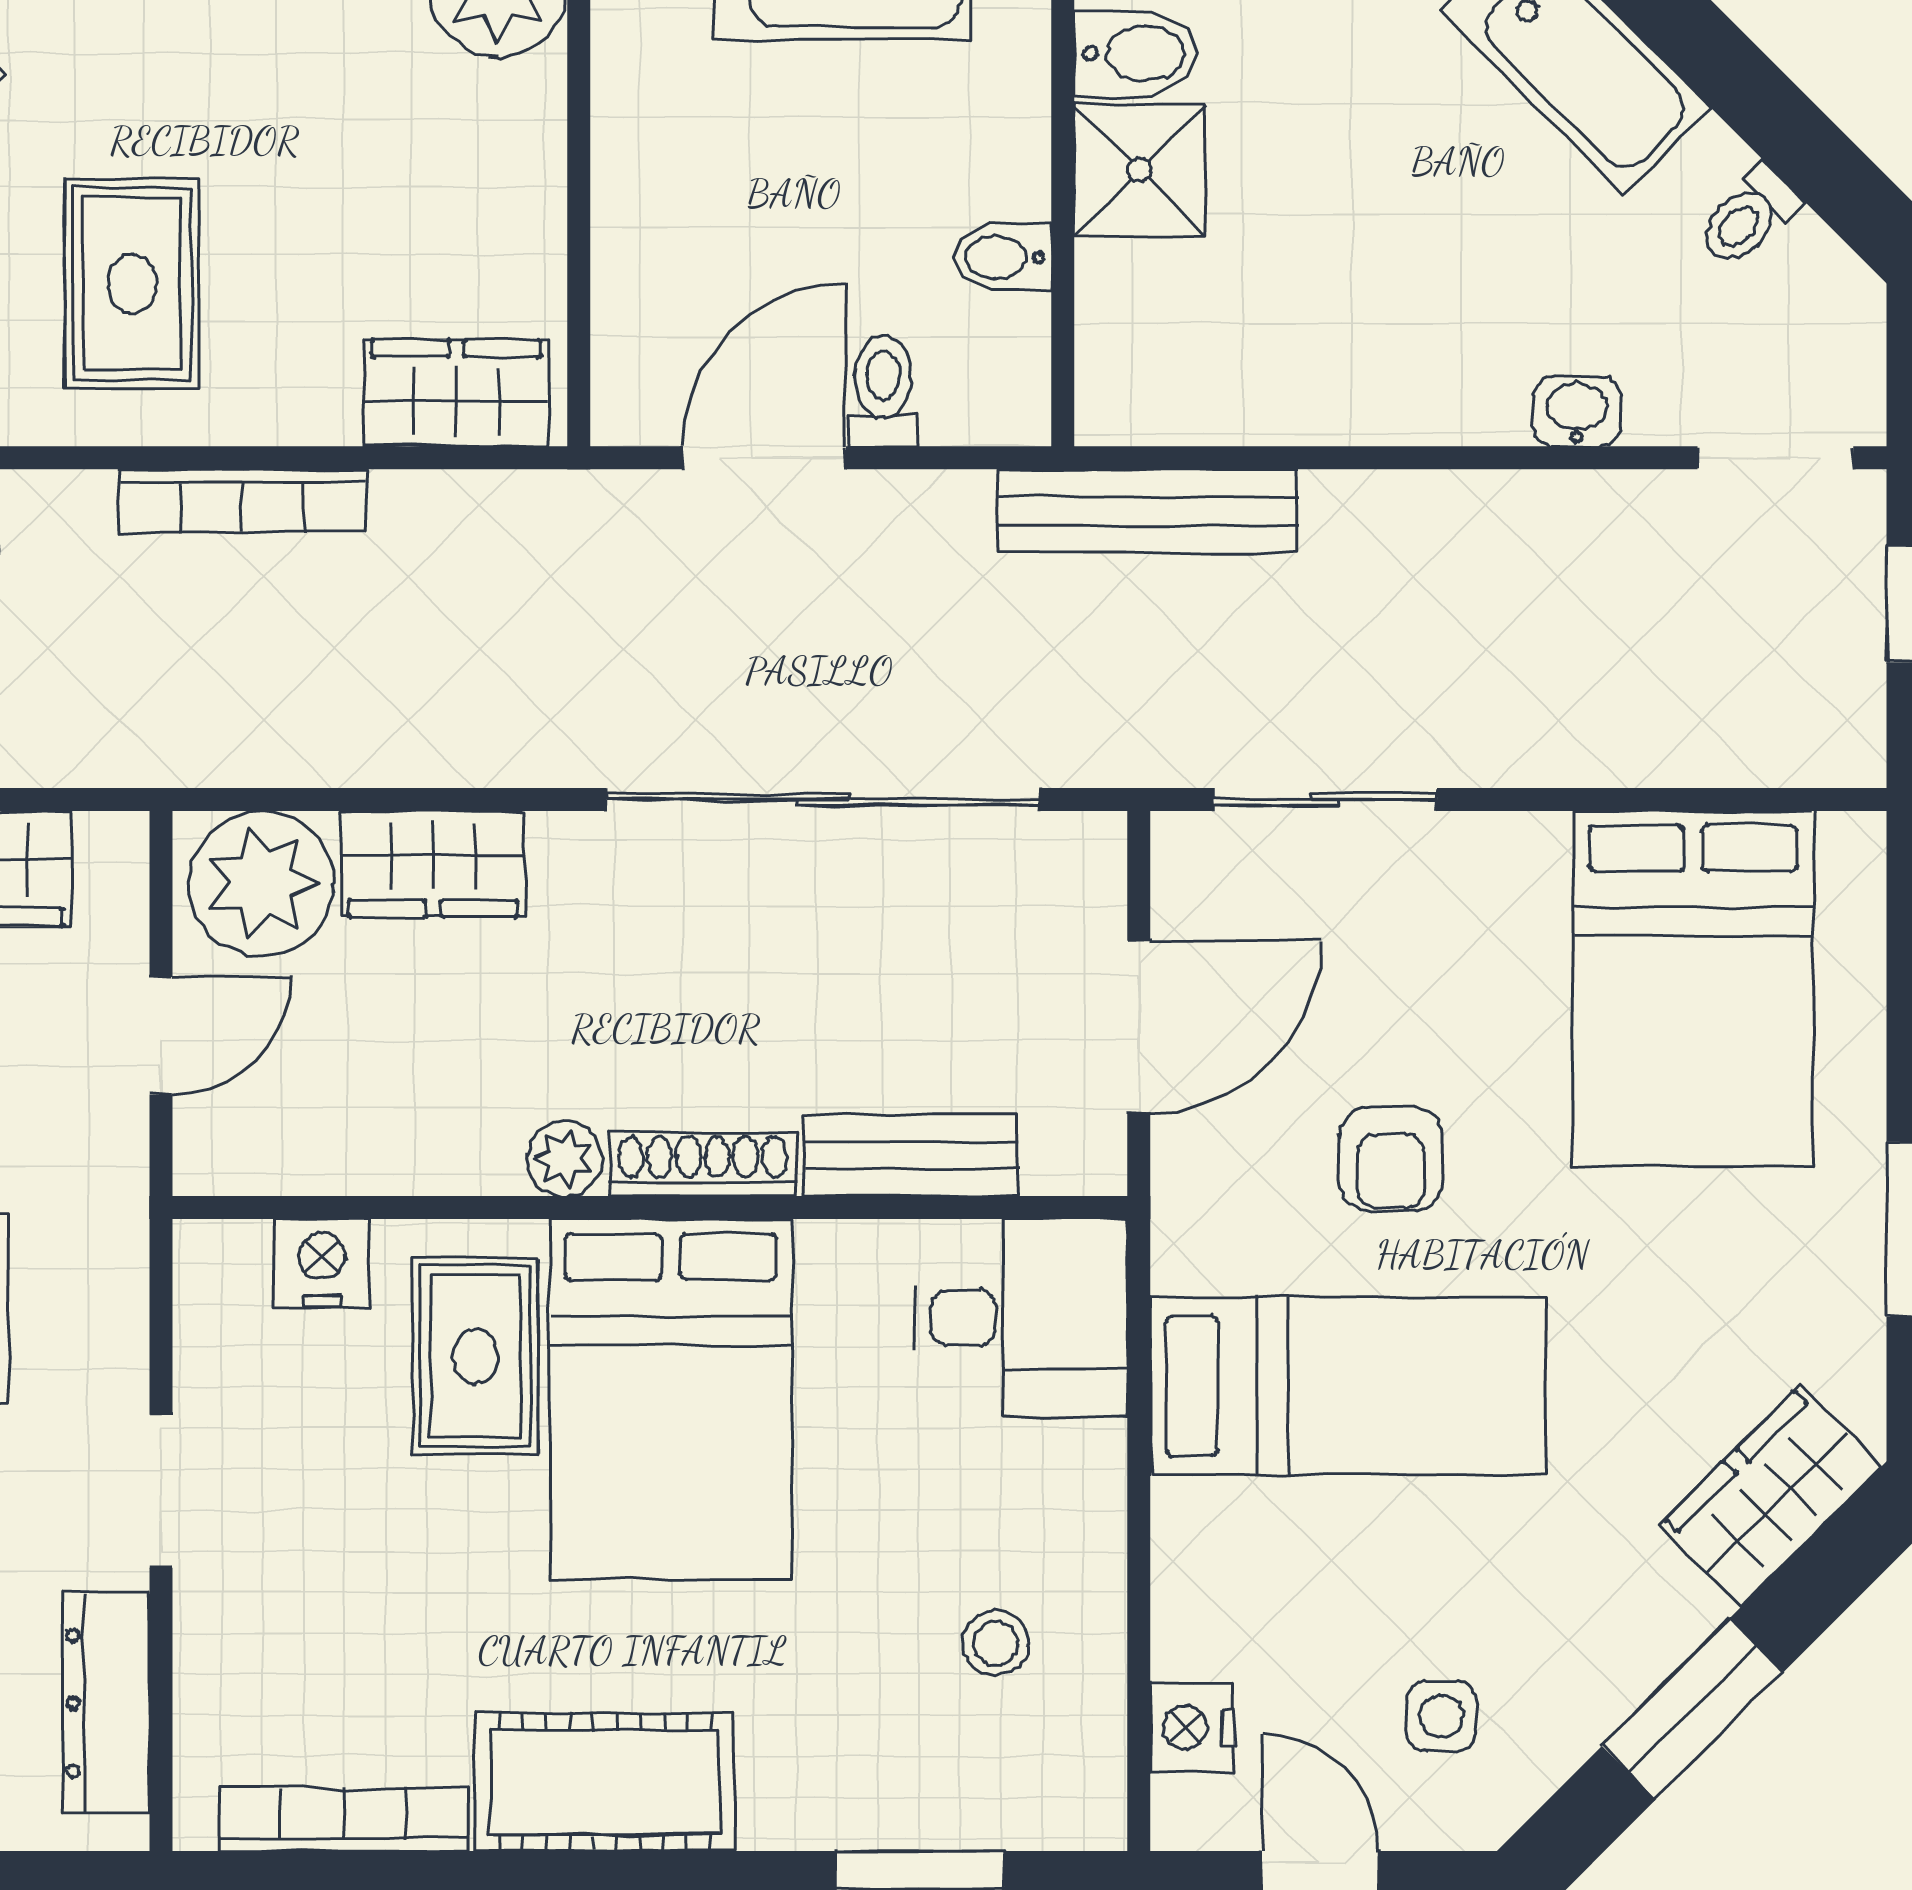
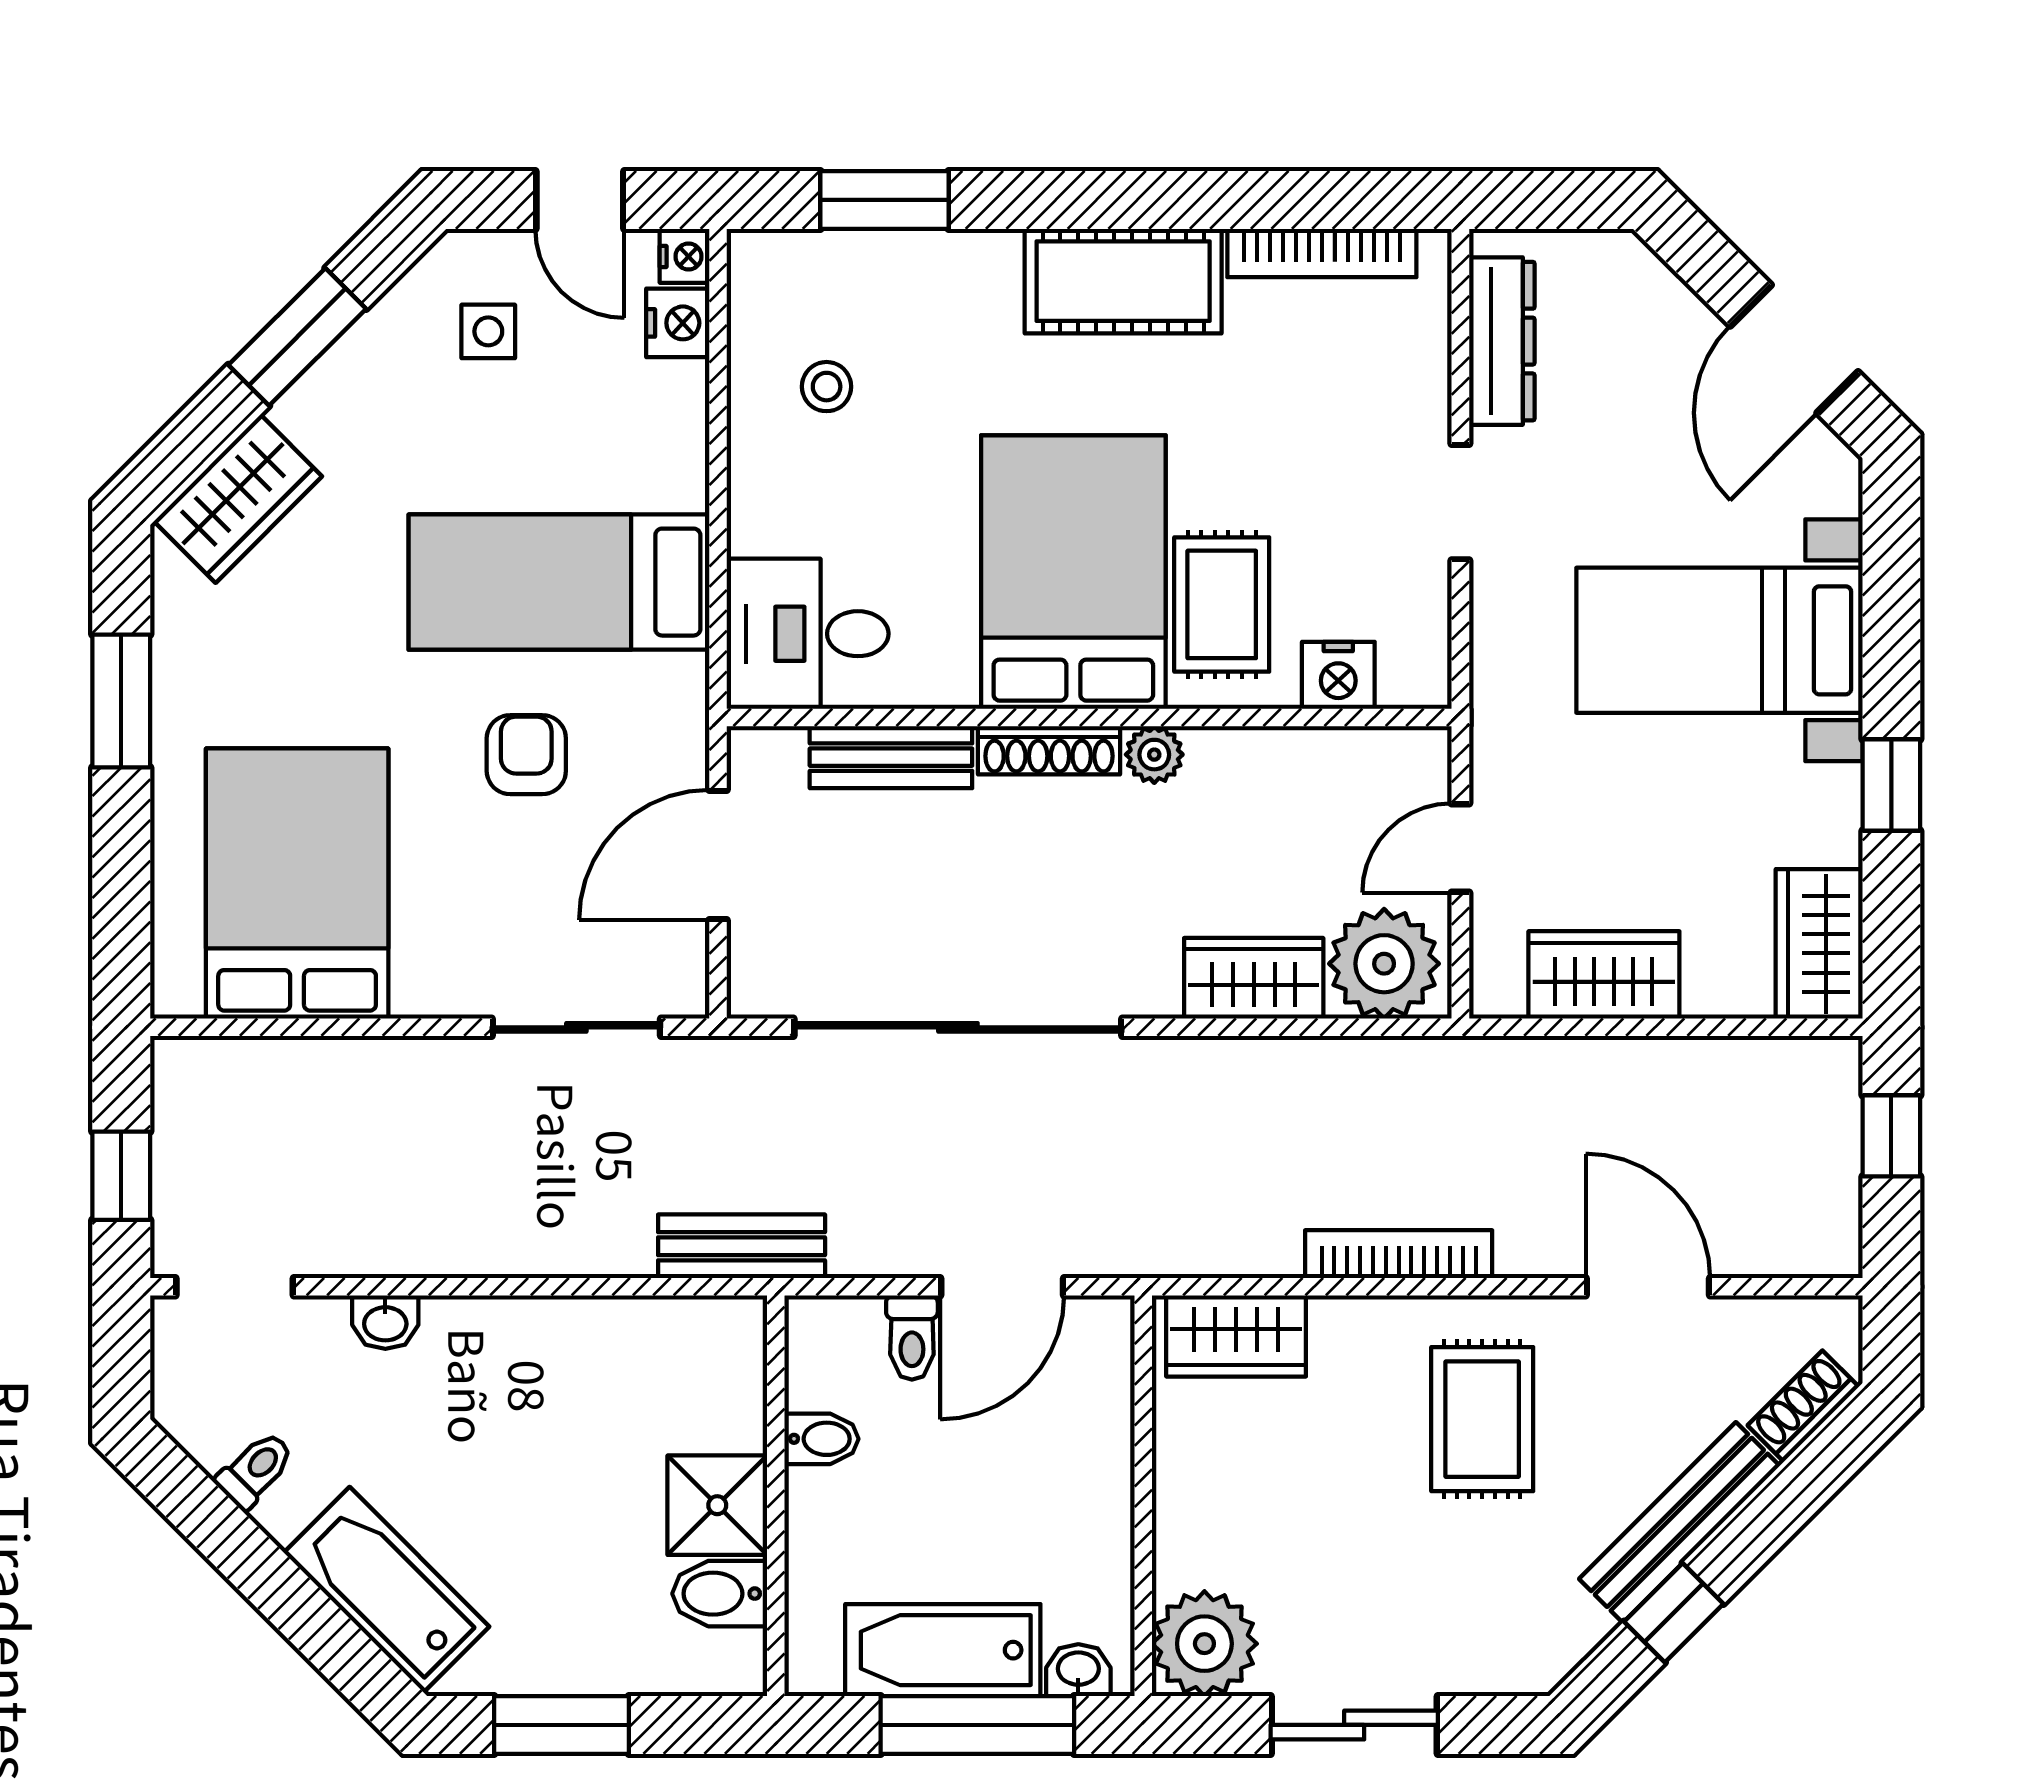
bench: (1148, 511) -> (742, 1246), width x0.73
nightstand: (1183, 1815) -> (685, 256), added

